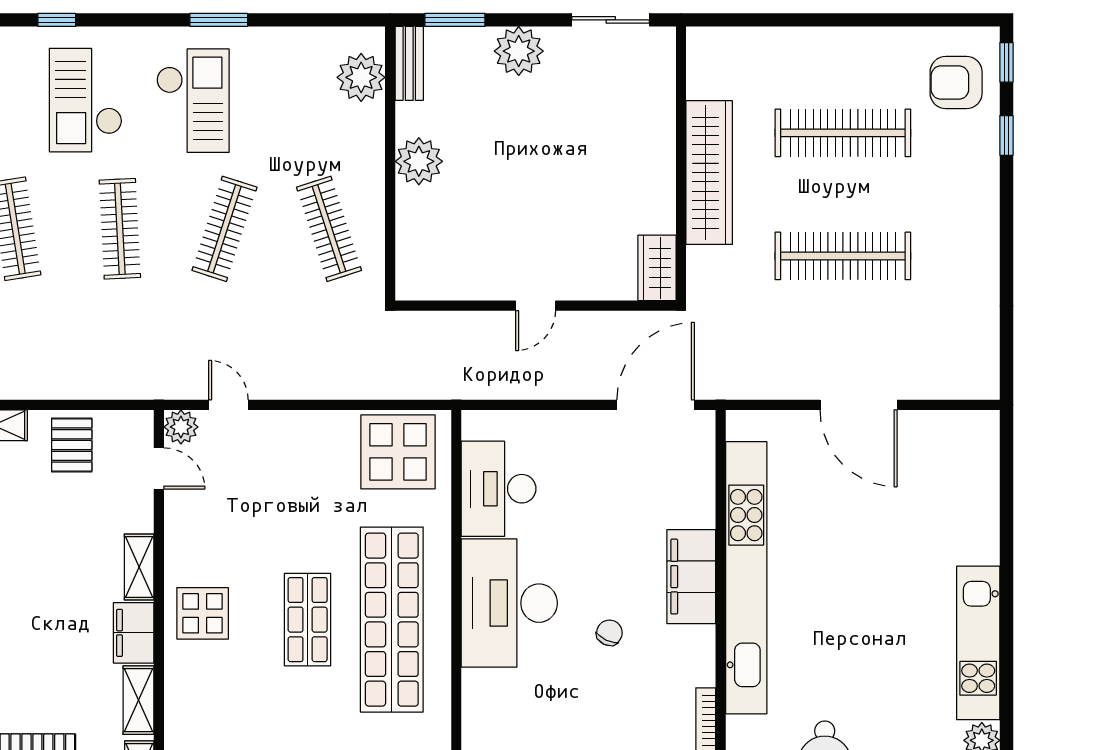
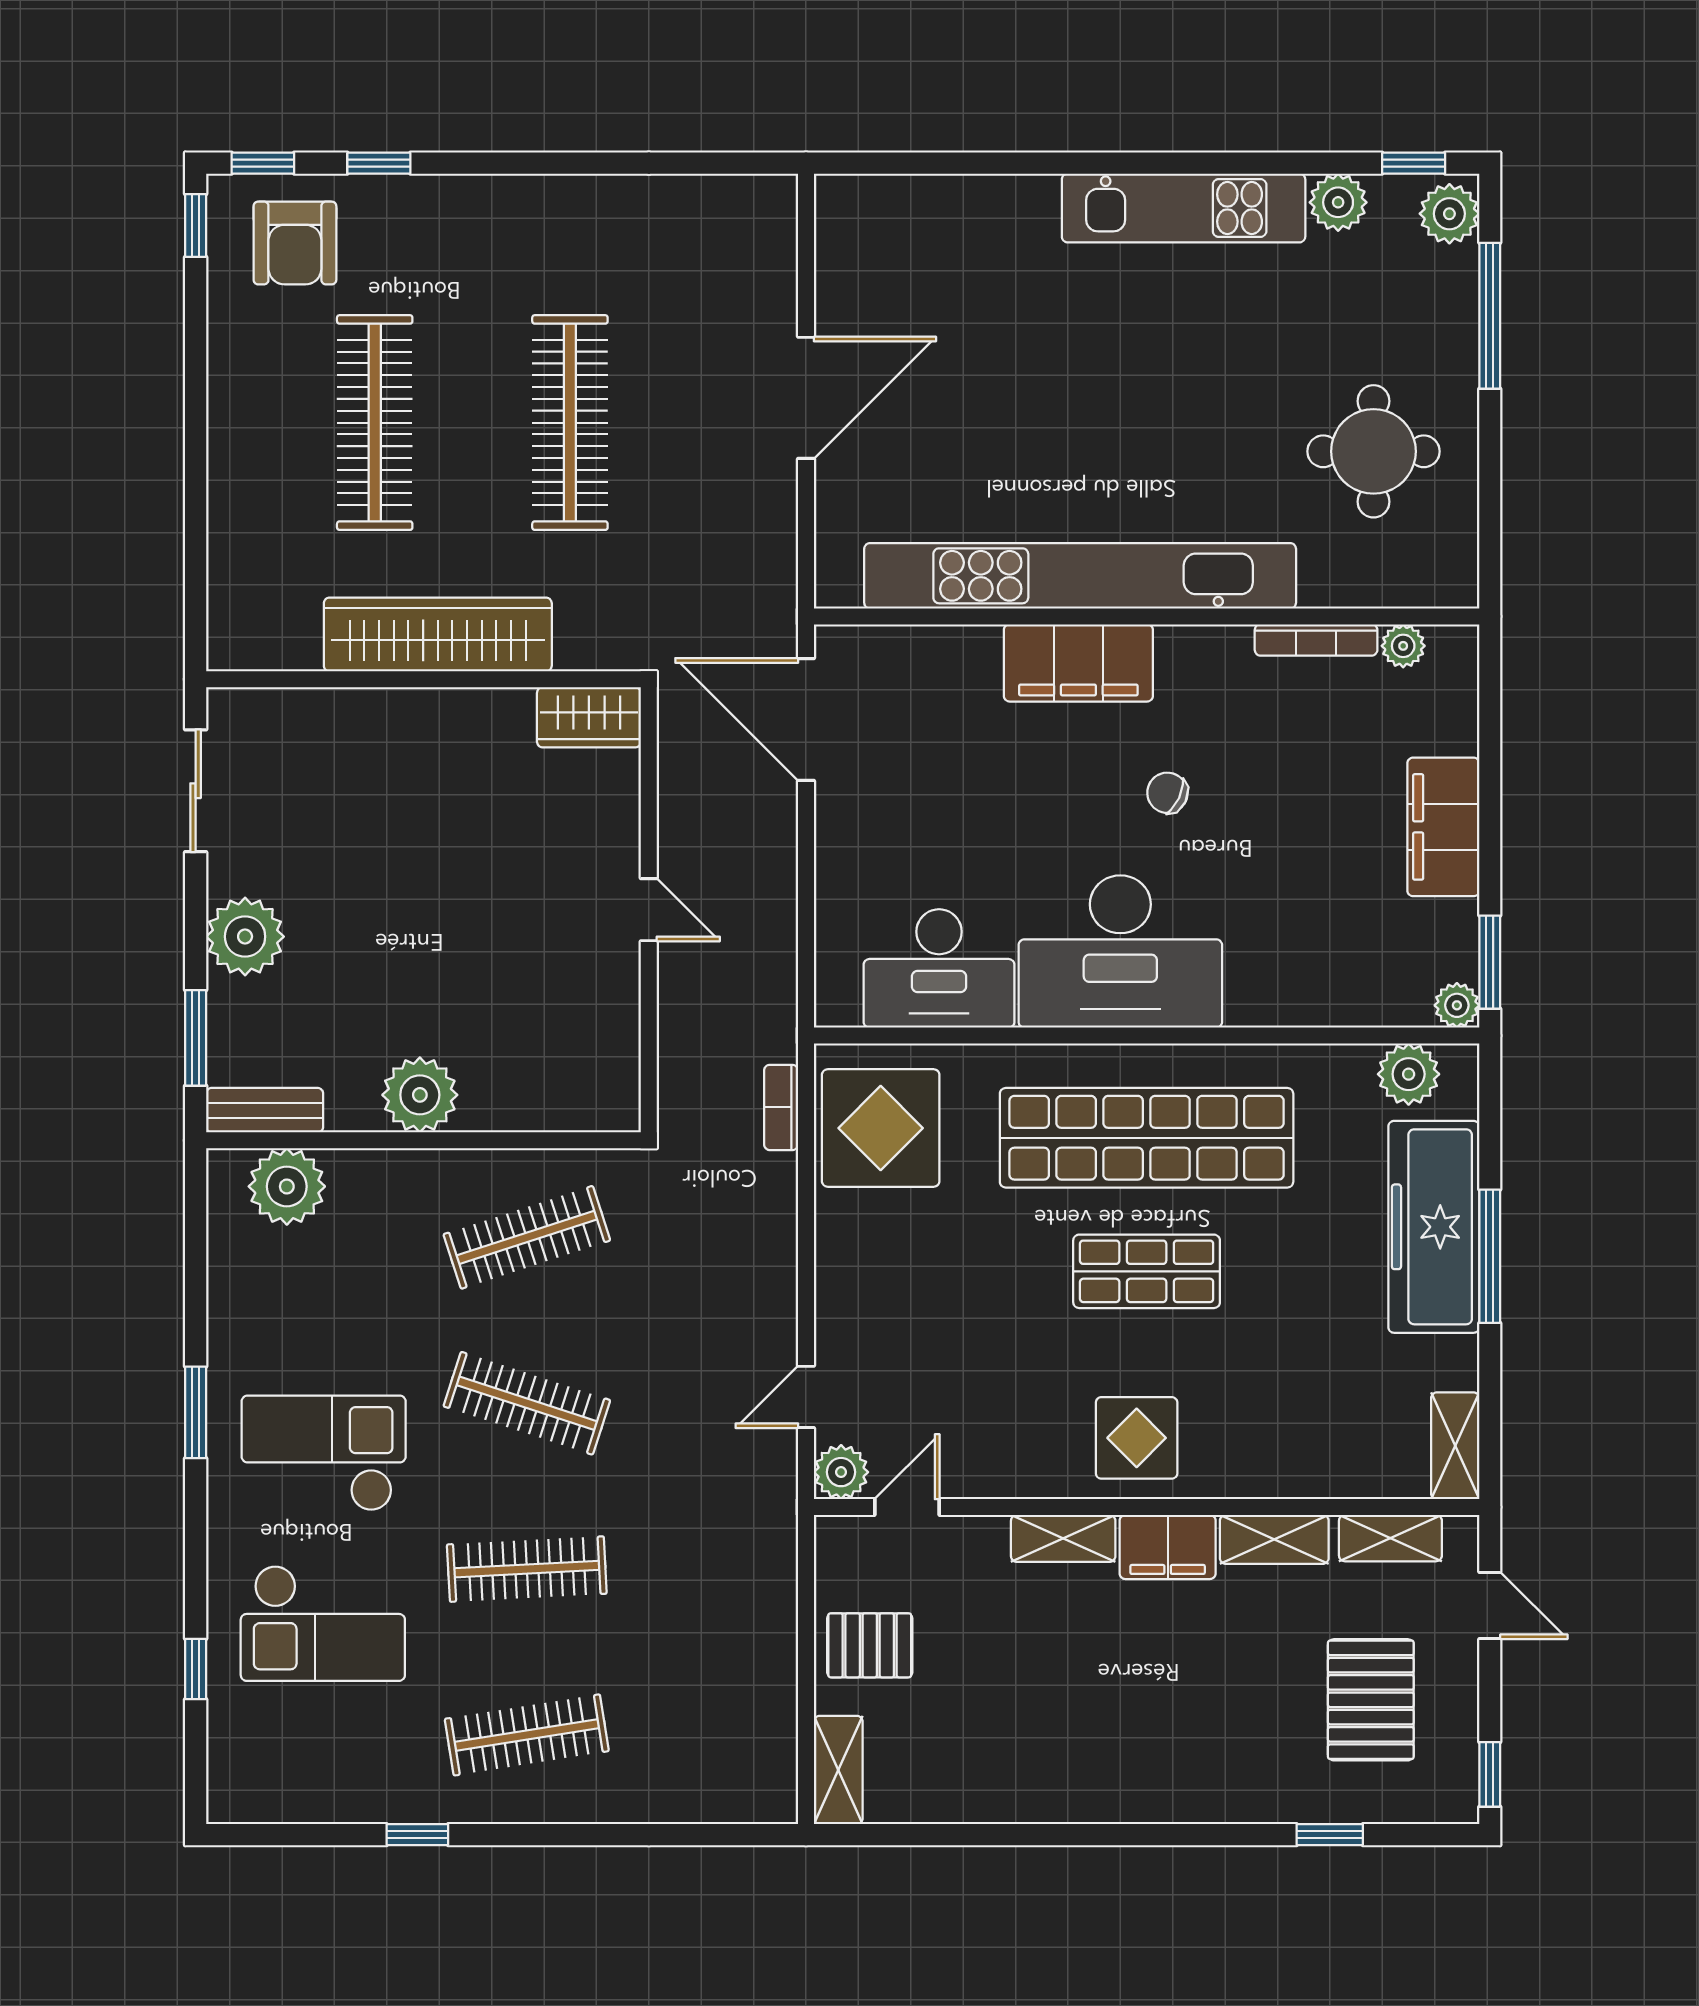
window: (967, 20) -> (196, 225), added
bookcase: (411, 389) -> (781, 1107), added

